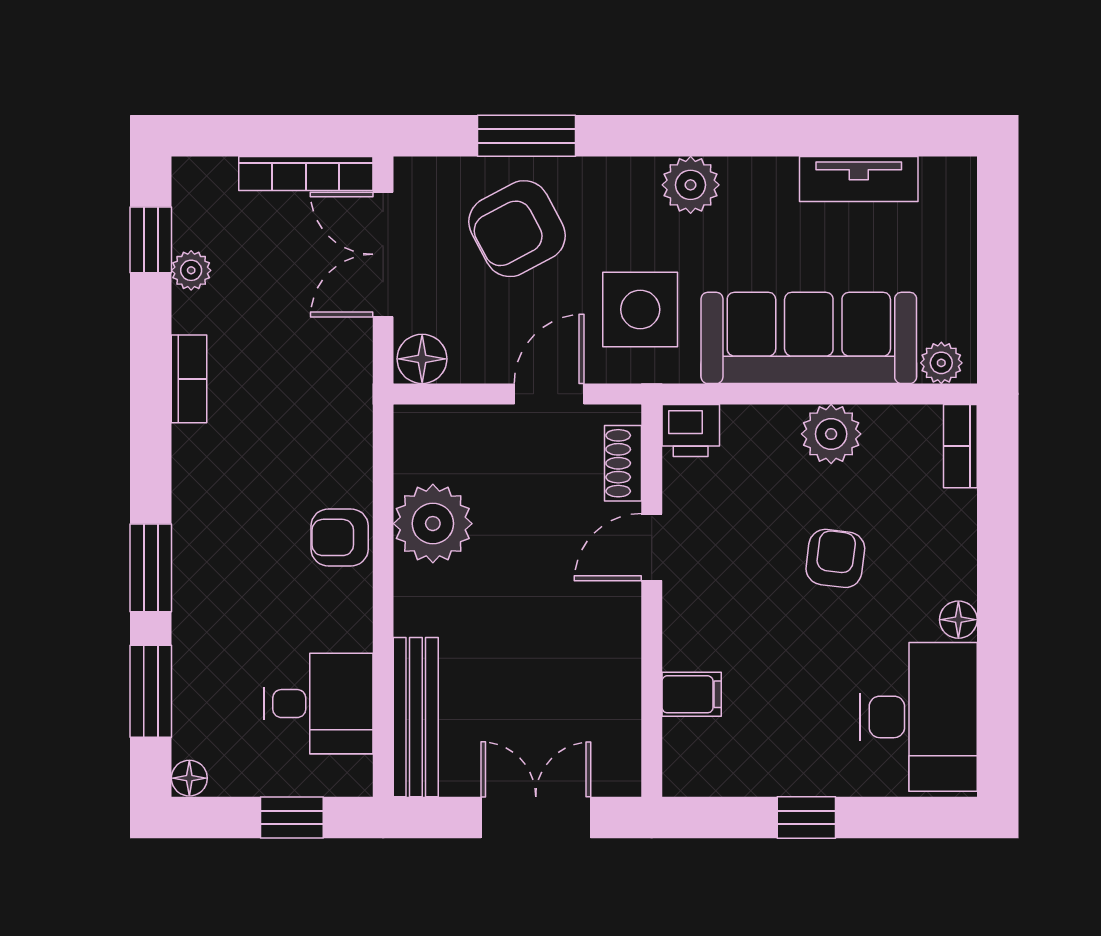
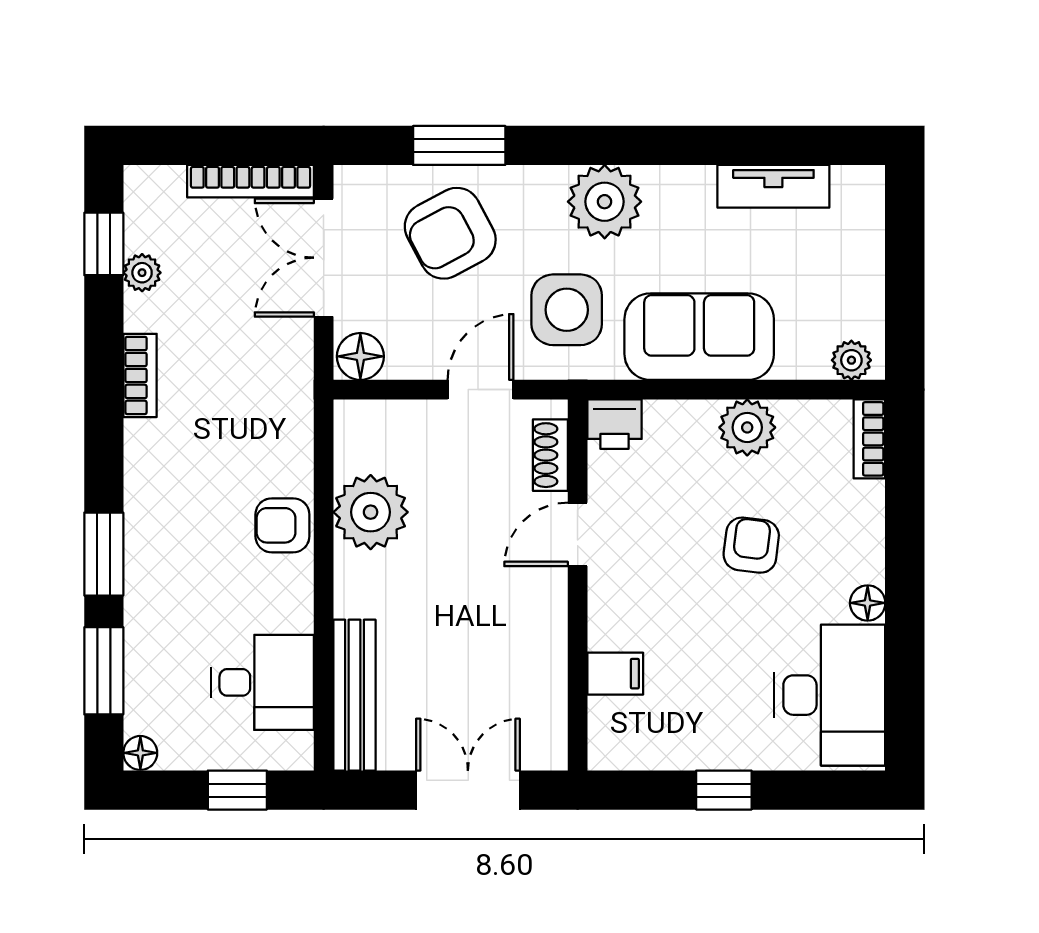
plant: (691, 185) -> (605, 202), width x1.36, depth x1.36
sofa: (809, 338) -> (699, 337), width x0.73

